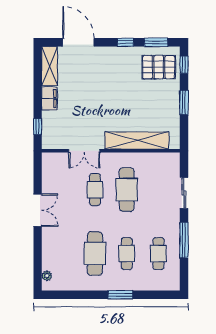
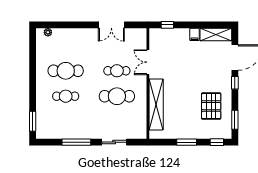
window: (125, 42) -> (235, 83), moved
pallet: (159, 67) -> (211, 106), moved
filing cabinet: (49, 99) -> (194, 34), width x0.50
double door: (38, 210) -> (111, 25), moved
cafe table: (158, 254) -> (66, 122), removed
window: (120, 295) -> (33, 121), moved

